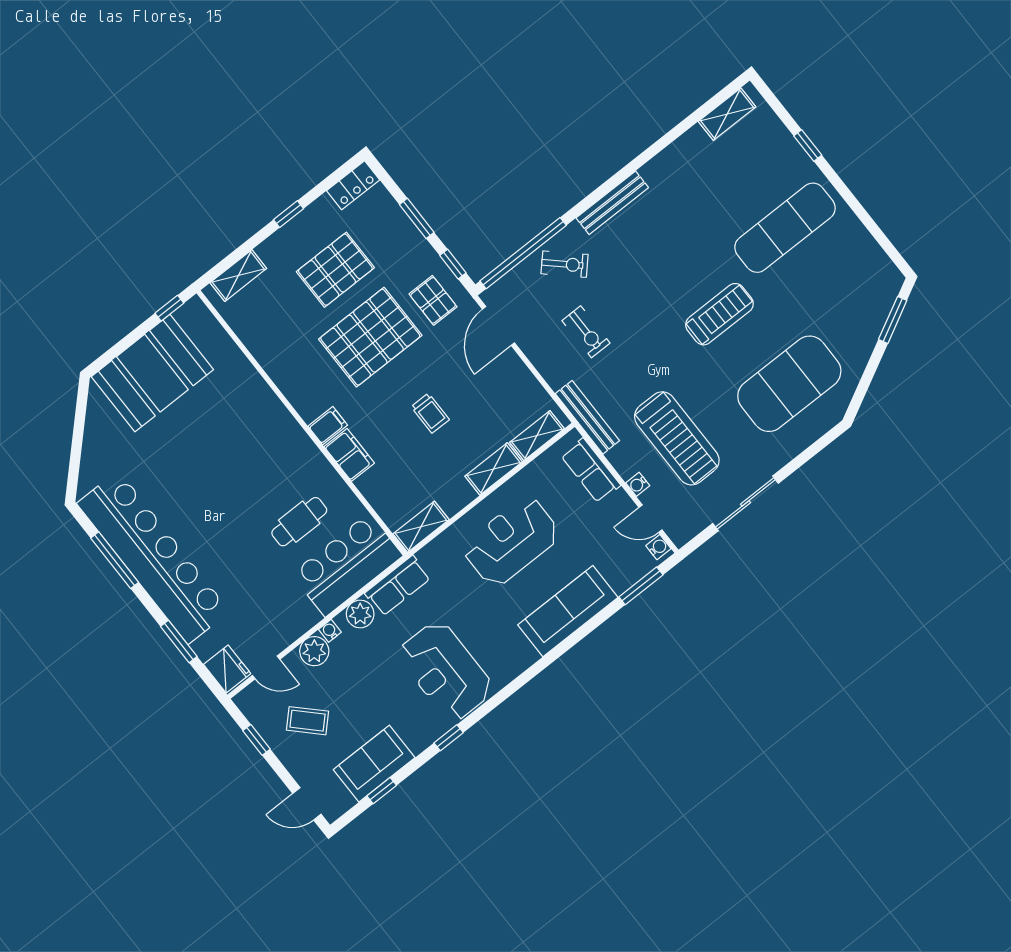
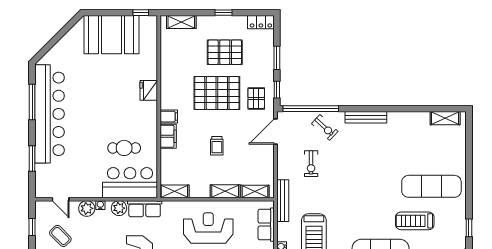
window: (808, 146) -> (469, 228), moved
treadmill: (719, 314) -> (415, 221), moved, turned 180
fridge: (227, 669) -> (149, 90), moved, turned 180

